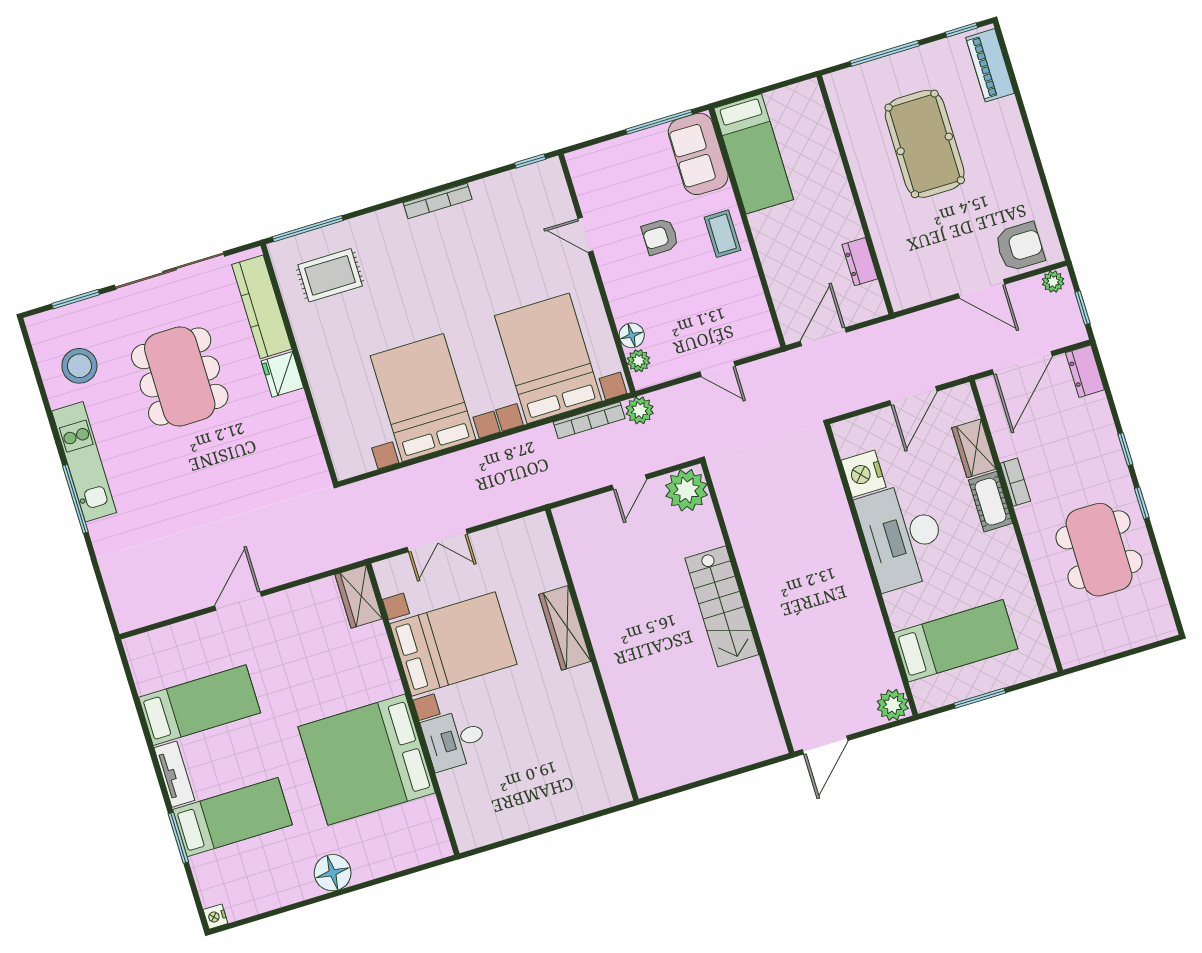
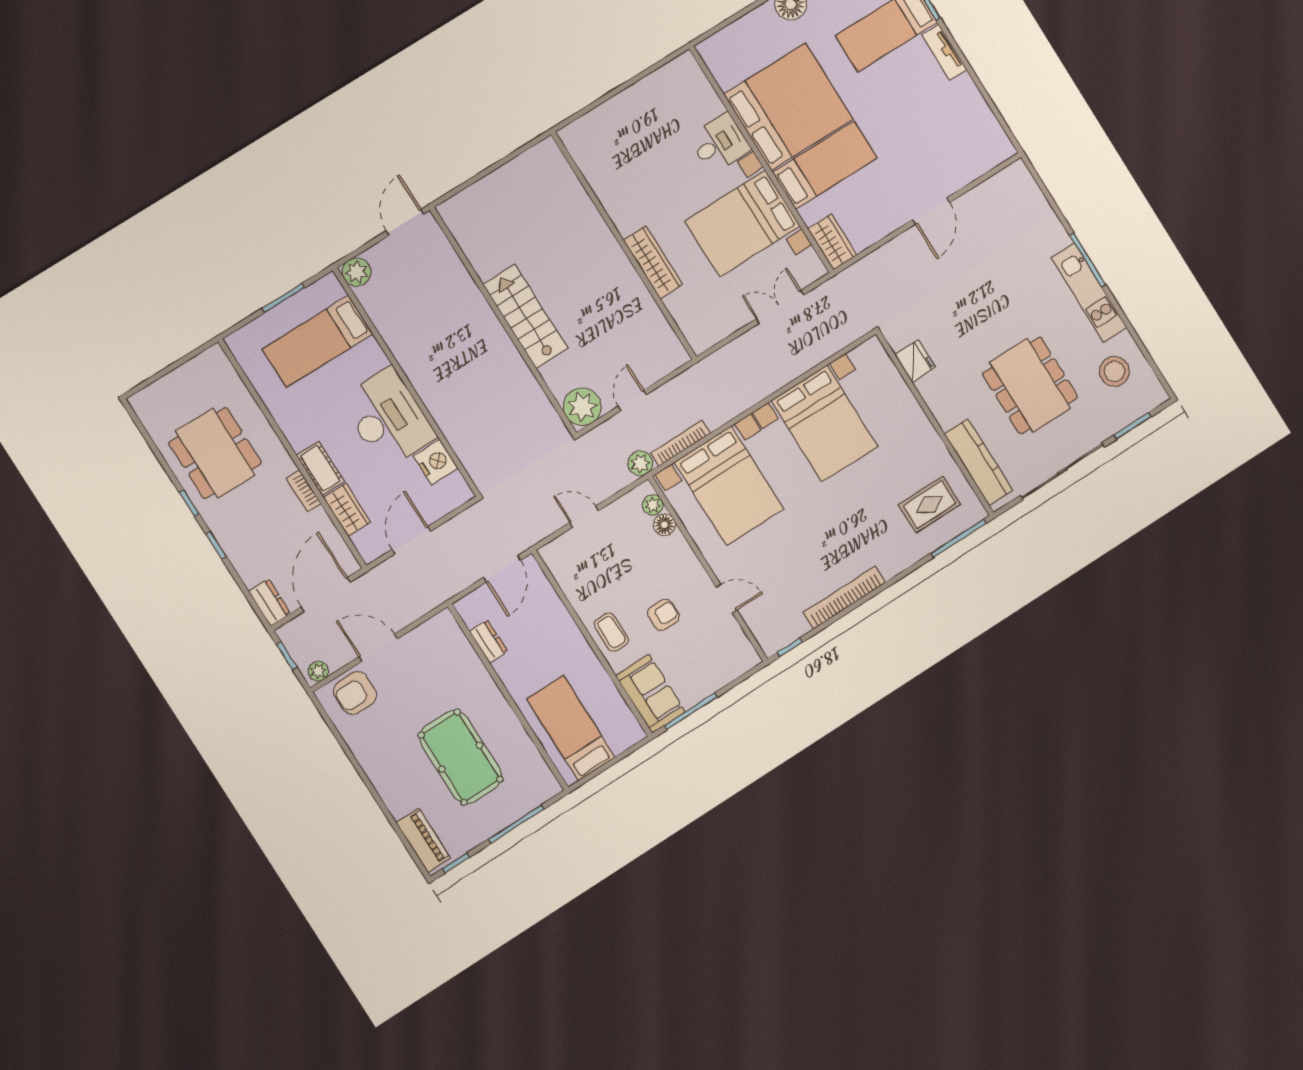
bed: (754, 154) -> (571, 728), moved
bookcase: (438, 201) -> (844, 598), width x1.48, depth x1.31
fridge: (282, 374) -> (915, 361), moved
bed: (200, 705) -> (825, 165), moved, turned 180

